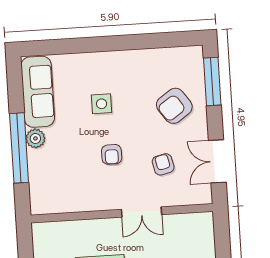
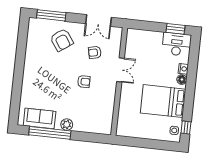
sofa: (38, 92) -> (40, 118), width x0.73
side table: (102, 104) -> (53, 82), removed
window: (19, 148) -> (50, 133), moved

